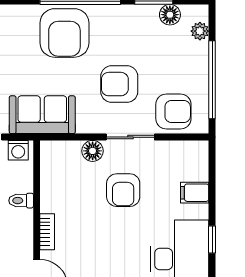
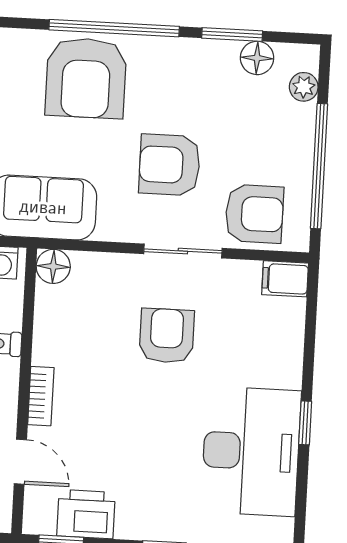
floor lamp: (93, 151) -> (53, 266), moved
armchair: (123, 190) -> (167, 336), turned 180
filing cabinet: (195, 193) -> (285, 279), moved

